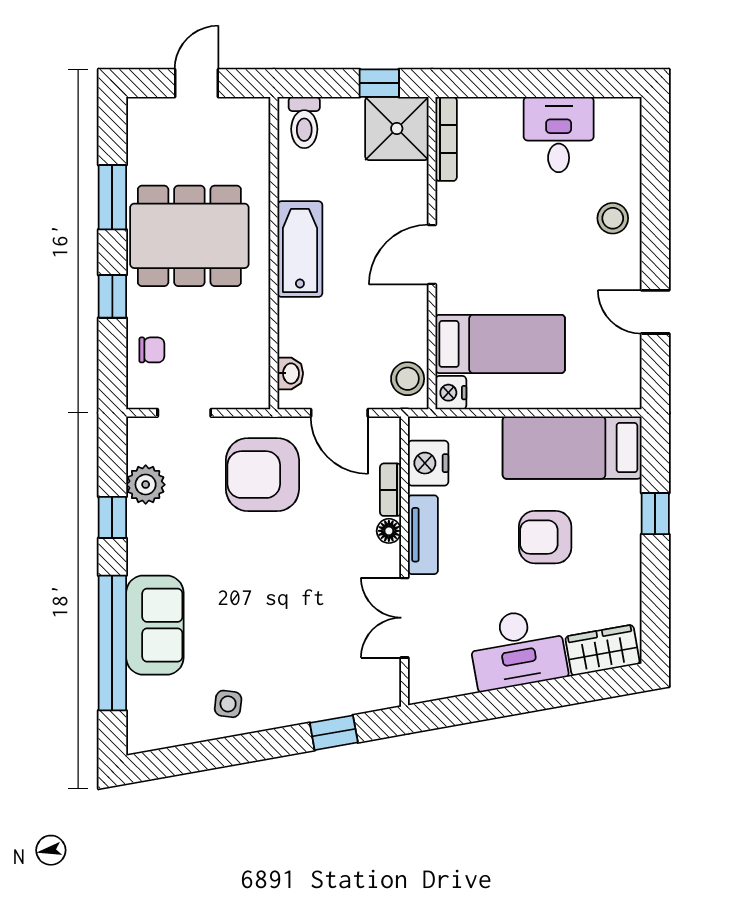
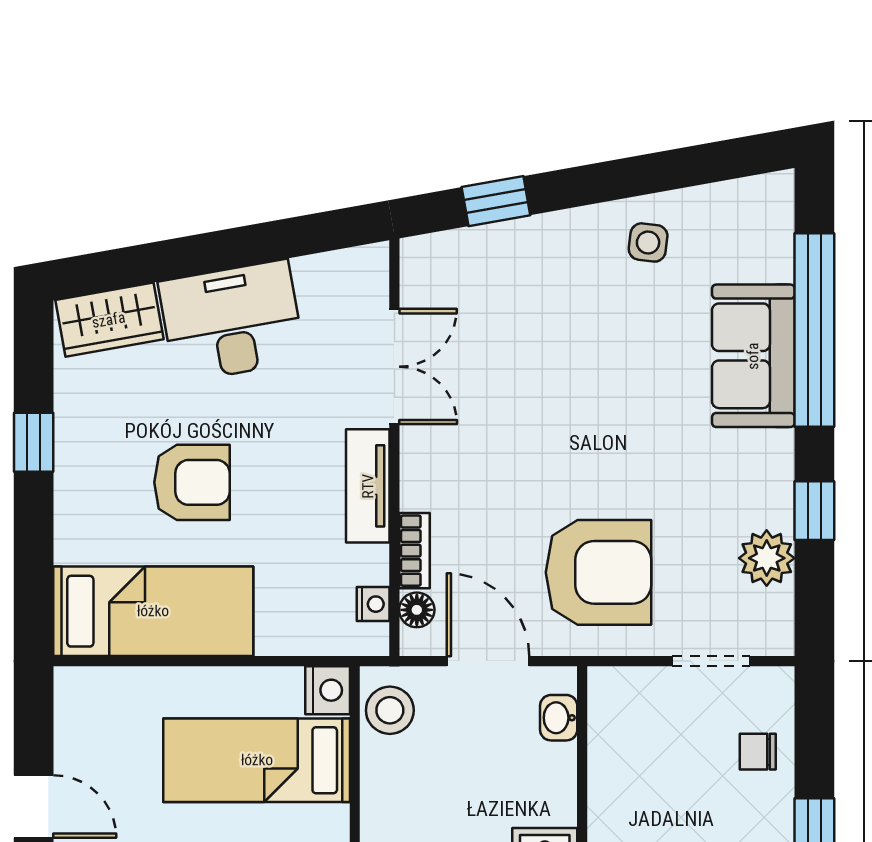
nightstand: (428, 463) -> (373, 604), width x0.53, depth x0.56
window: (655, 514) -> (34, 442), moved
floor lamp: (389, 531) -> (417, 610), moved

